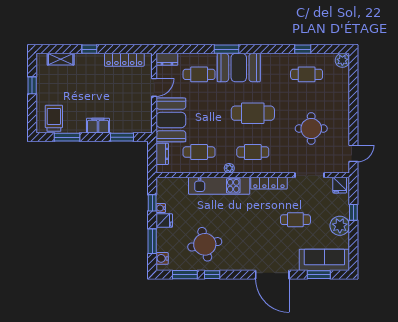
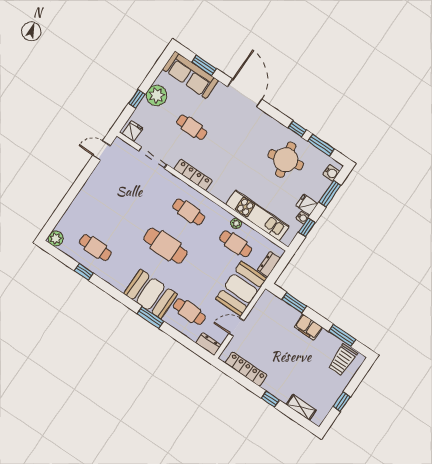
round table: (311, 129) -> (124, 197), removed
plant: (229, 168) -> (236, 223), moved
kitchen unit: (219, 186) -> (257, 215), moved

